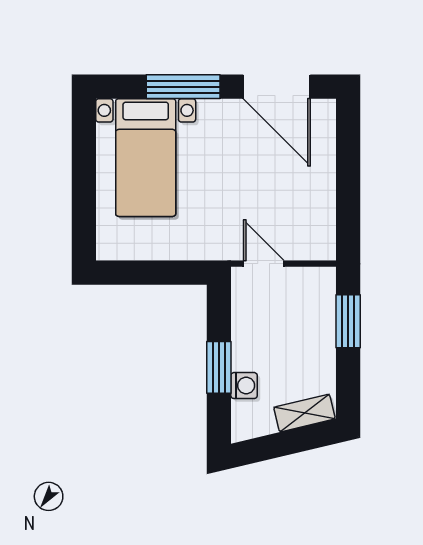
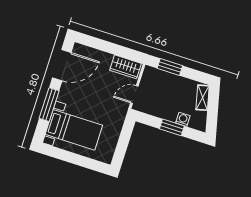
wardrobe: (317, 225) -> (125, 67), added

